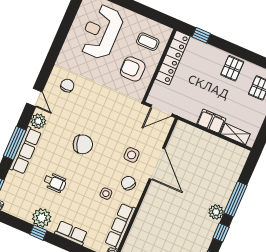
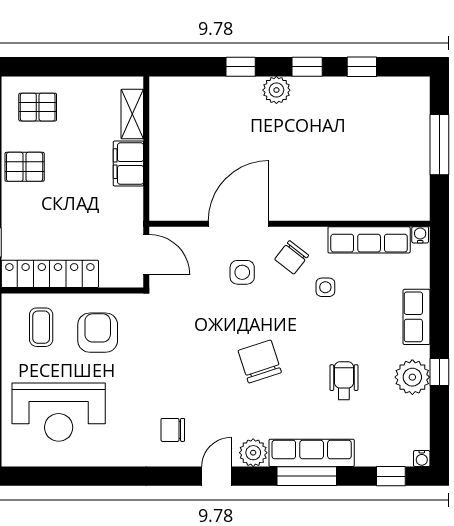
armchair: (133, 69) -> (98, 333), turned 180
window: (236, 199) -> (241, 67), width x0.46

